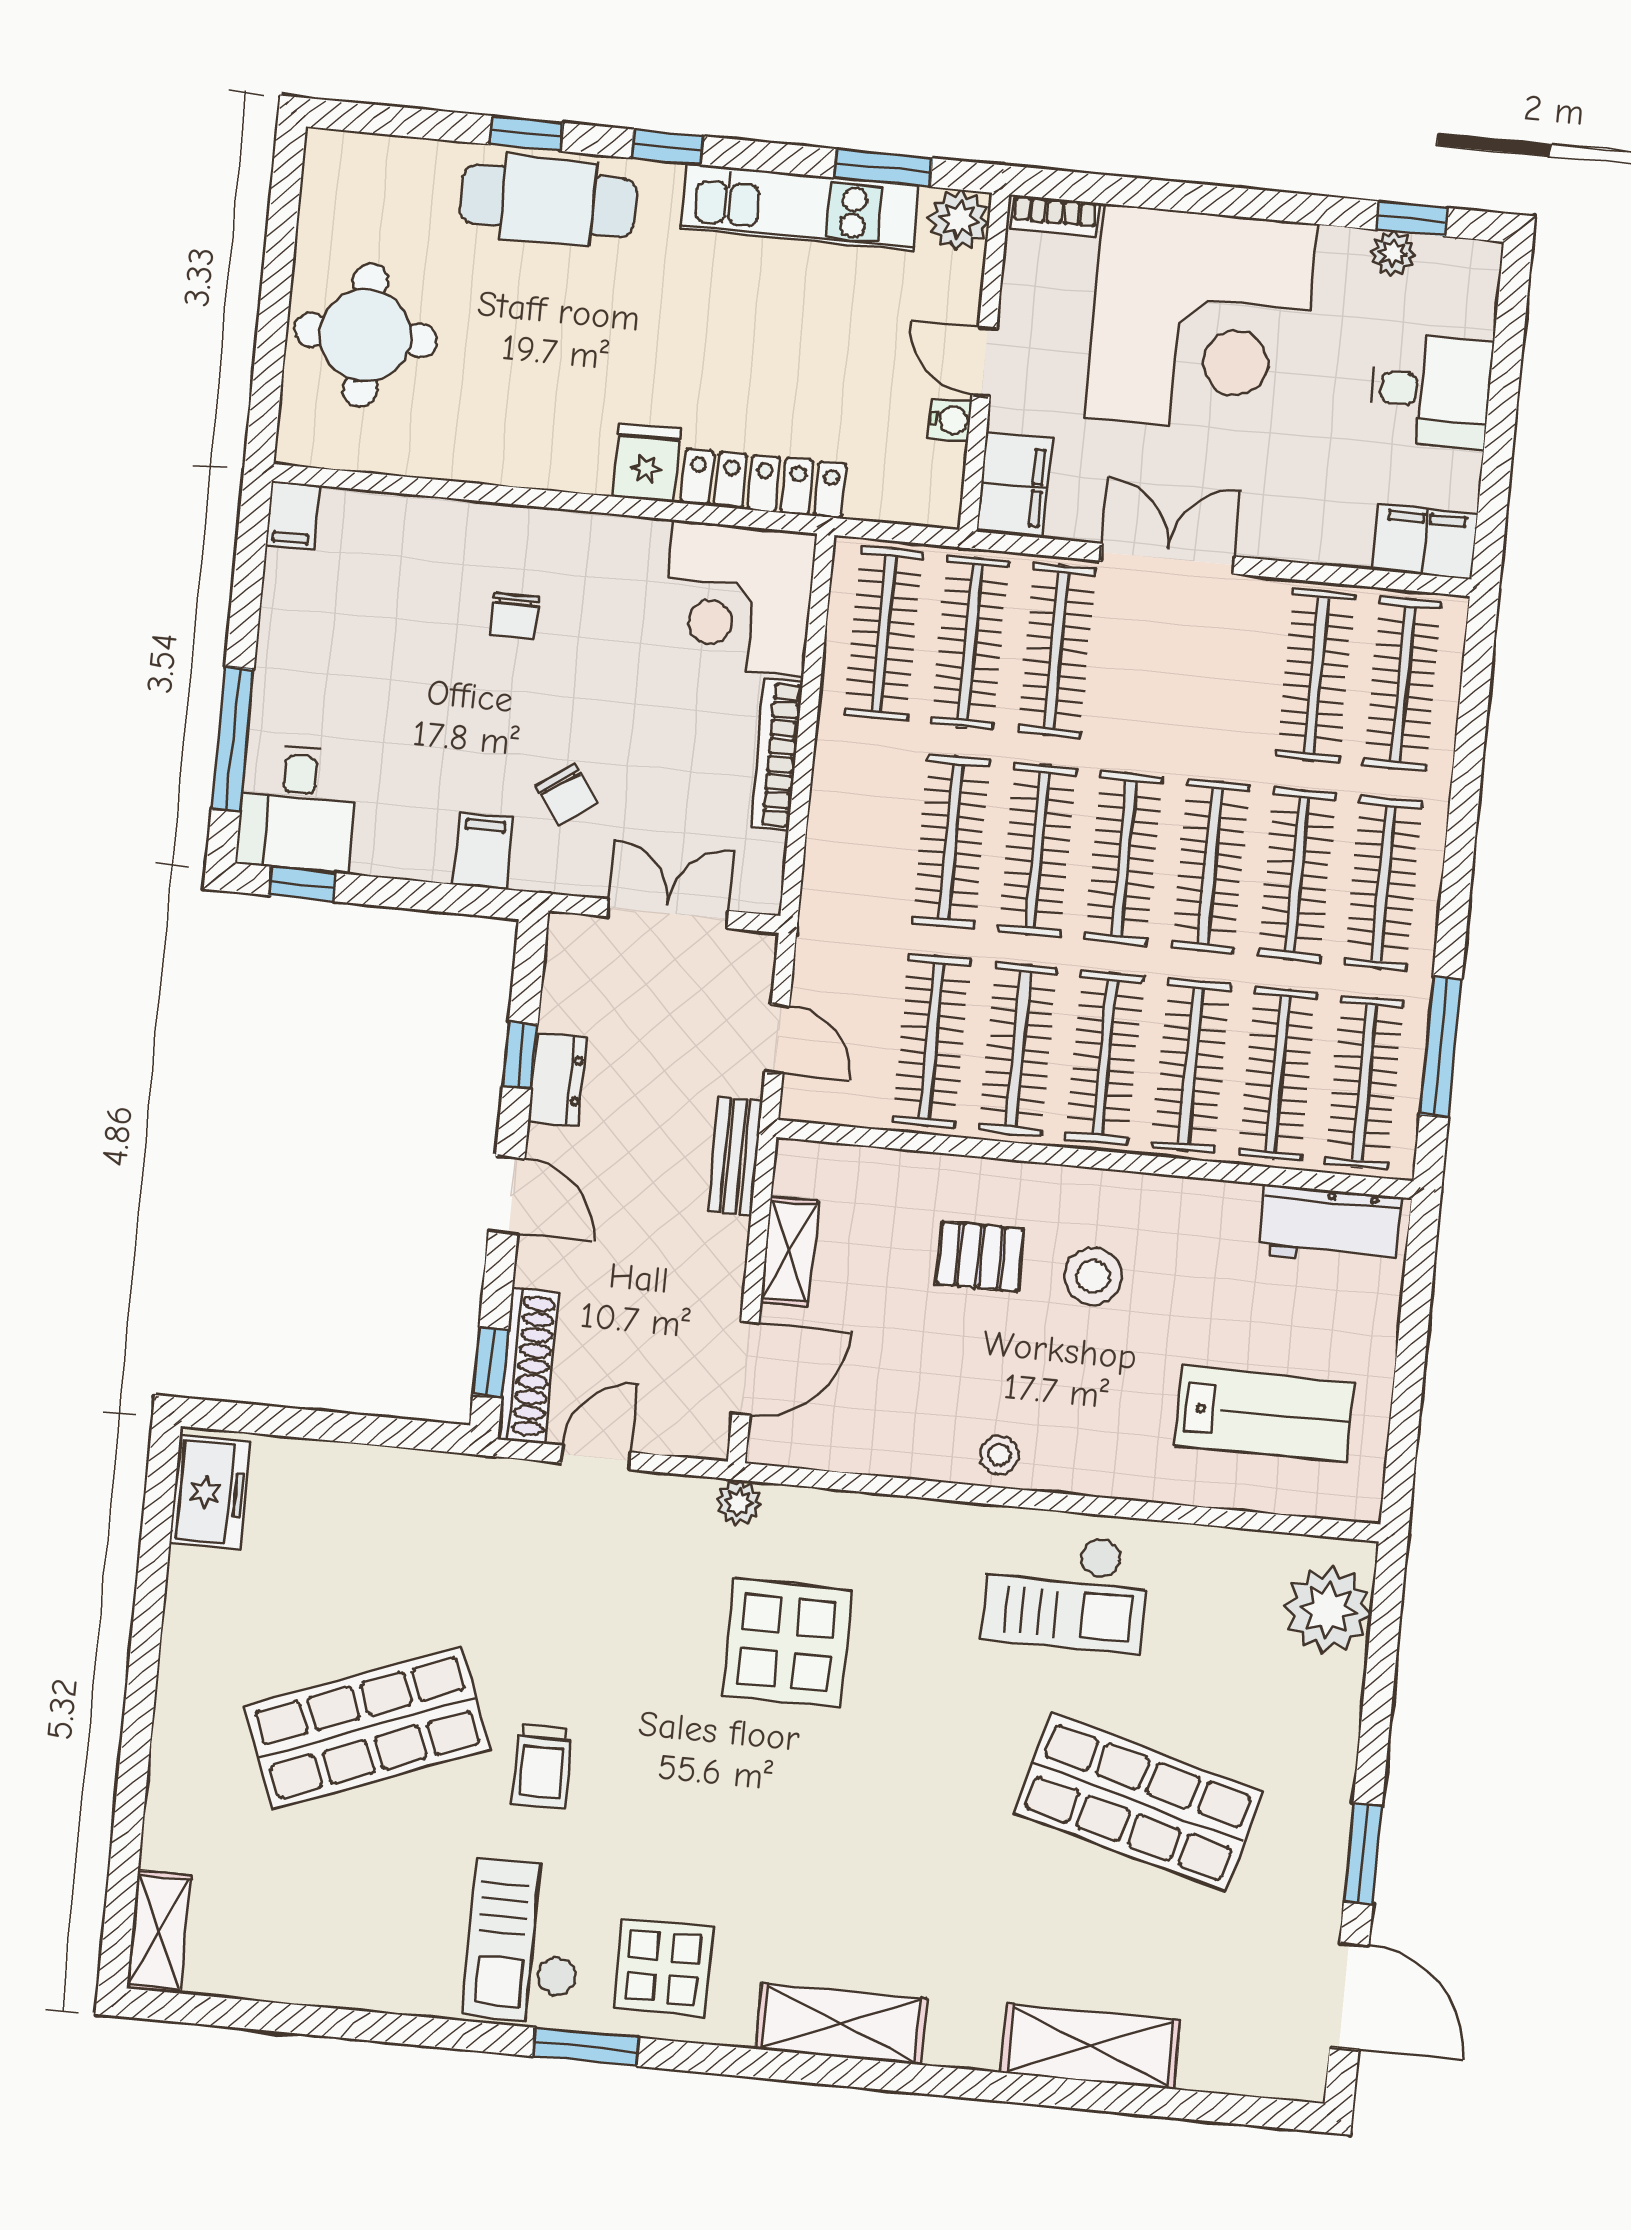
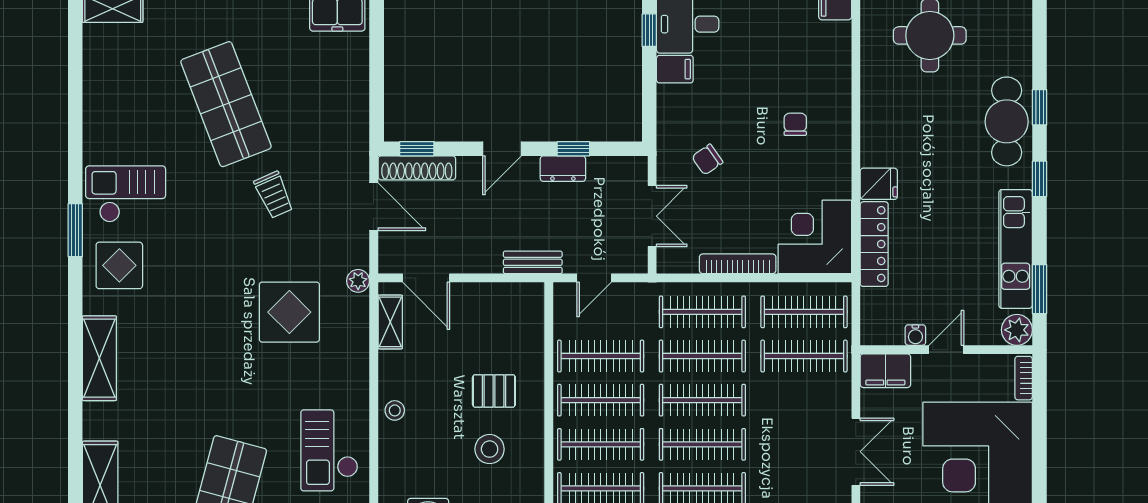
chair: (514, 616) -> (795, 124), turned 90
clothes rail: (1057, 651) -> (702, 312), moved
filing cabinet: (483, 851) -> (675, 69), moved
shelving: (789, 1252) -> (390, 322), moved, turned 90
pallet: (980, 1257) -> (494, 391), turned 90
door: (596, 1457) -> (374, 207), width x1.38
trolley: (542, 1766) -> (274, 195), moved, turned -114

